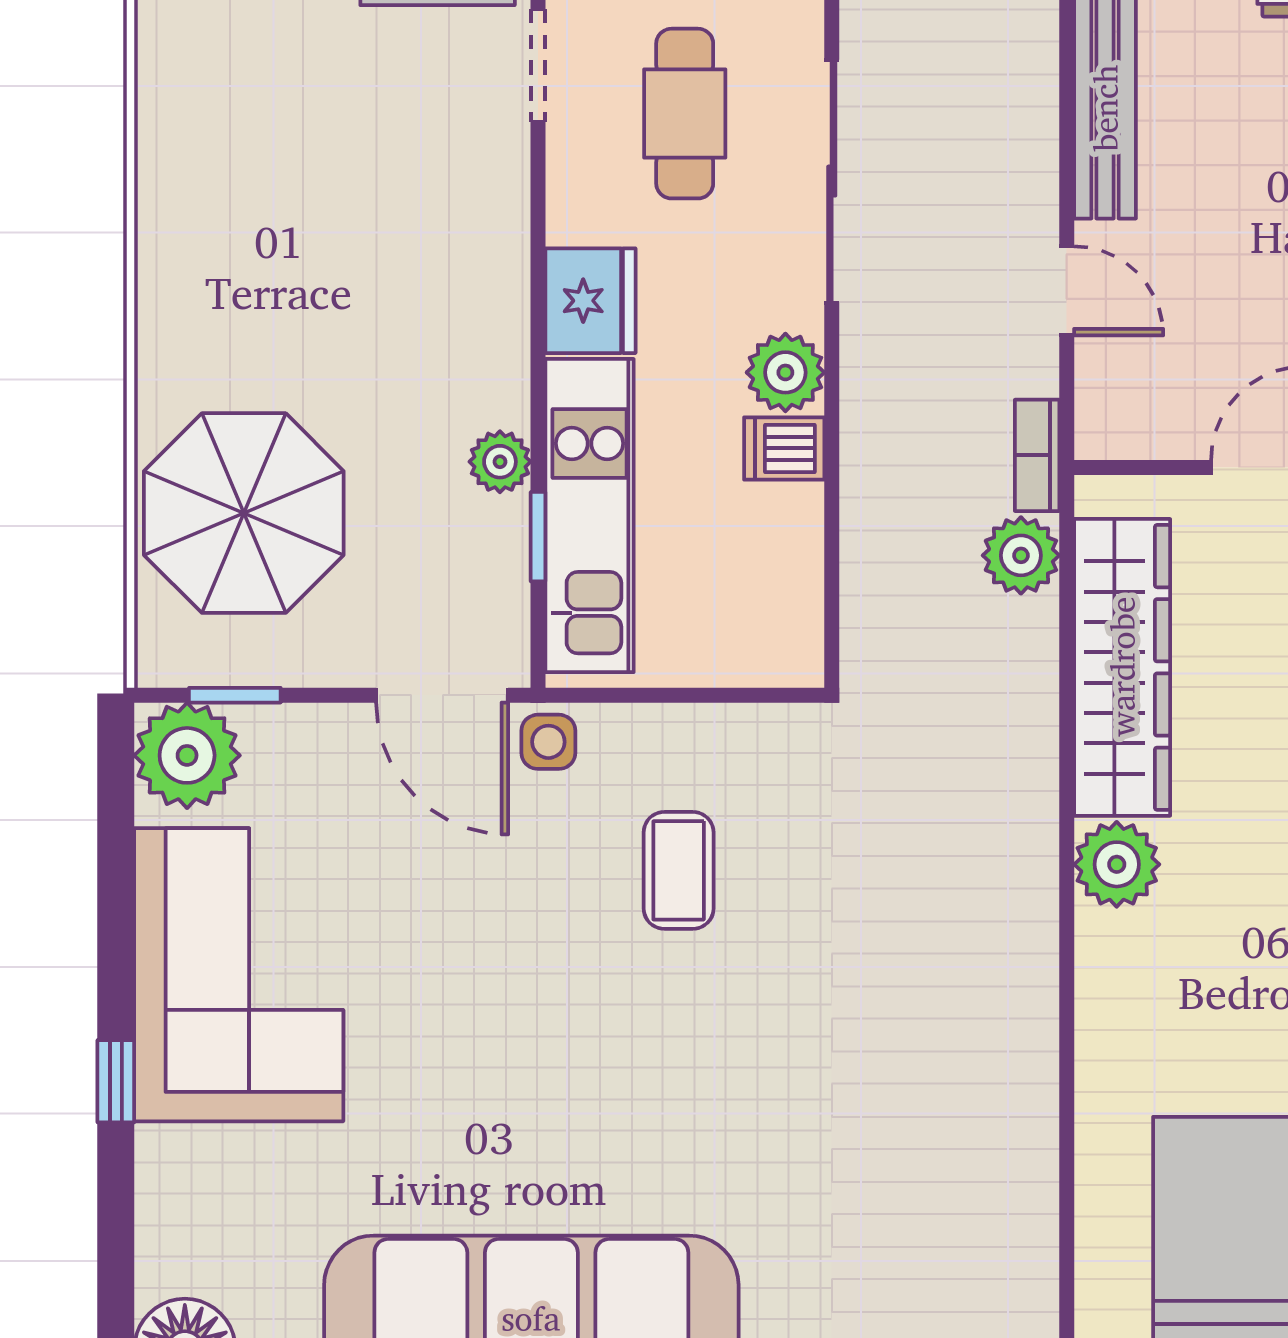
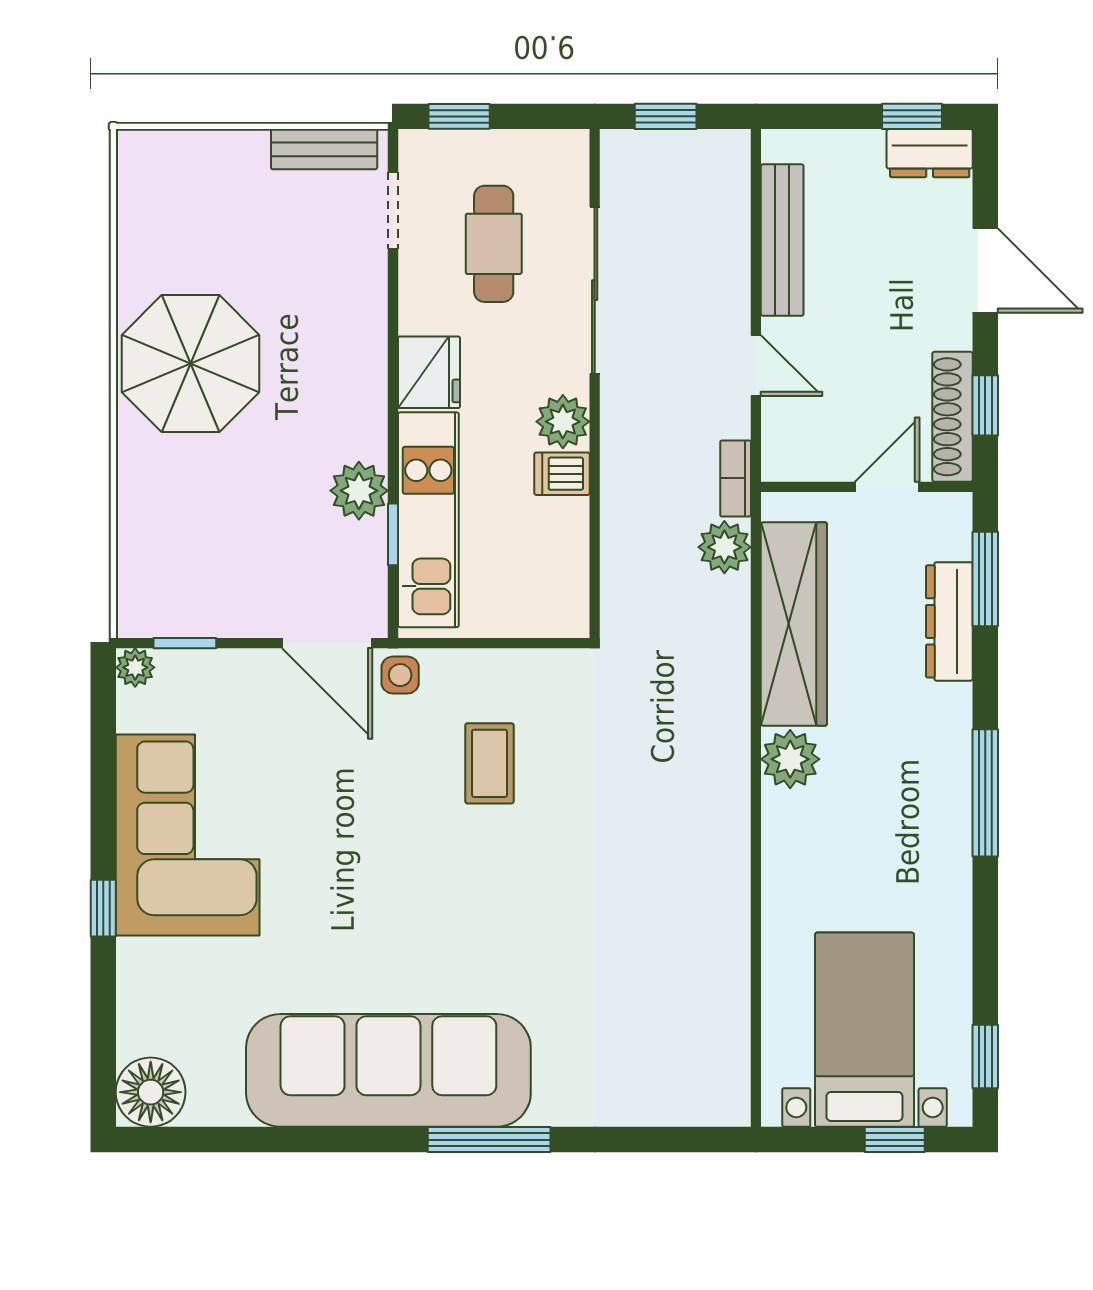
plant: (500, 462) -> (359, 491), width x1.38, depth x1.38
parasol: (244, 513) -> (191, 364), moved
plant: (187, 755) -> (135, 667), width x0.53, depth x0.53

